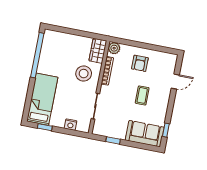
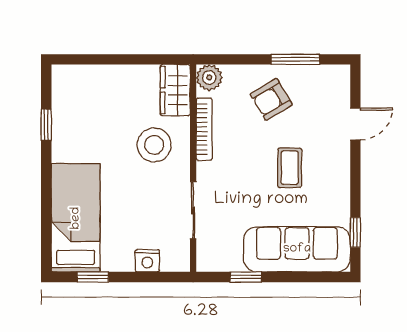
window: (154, 48) -> (295, 59), added
window: (37, 55) -> (46, 125), width x0.32
armchair: (140, 63) -> (271, 99), turned 59
sofa: (145, 134) -> (297, 249), width x1.36

